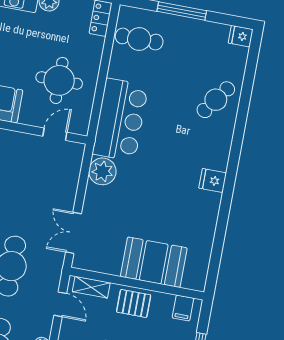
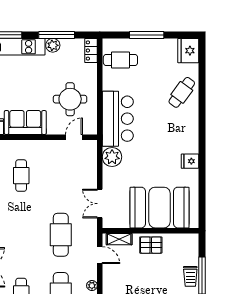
fridge: (241, 36) -> (188, 51), width x1.88, depth x1.34
fridge: (213, 180) -> (190, 161), moved
booth: (154, 262) -> (160, 208), width x1.36, depth x1.42
filing cabinet: (183, 308) -> (186, 242), removed

